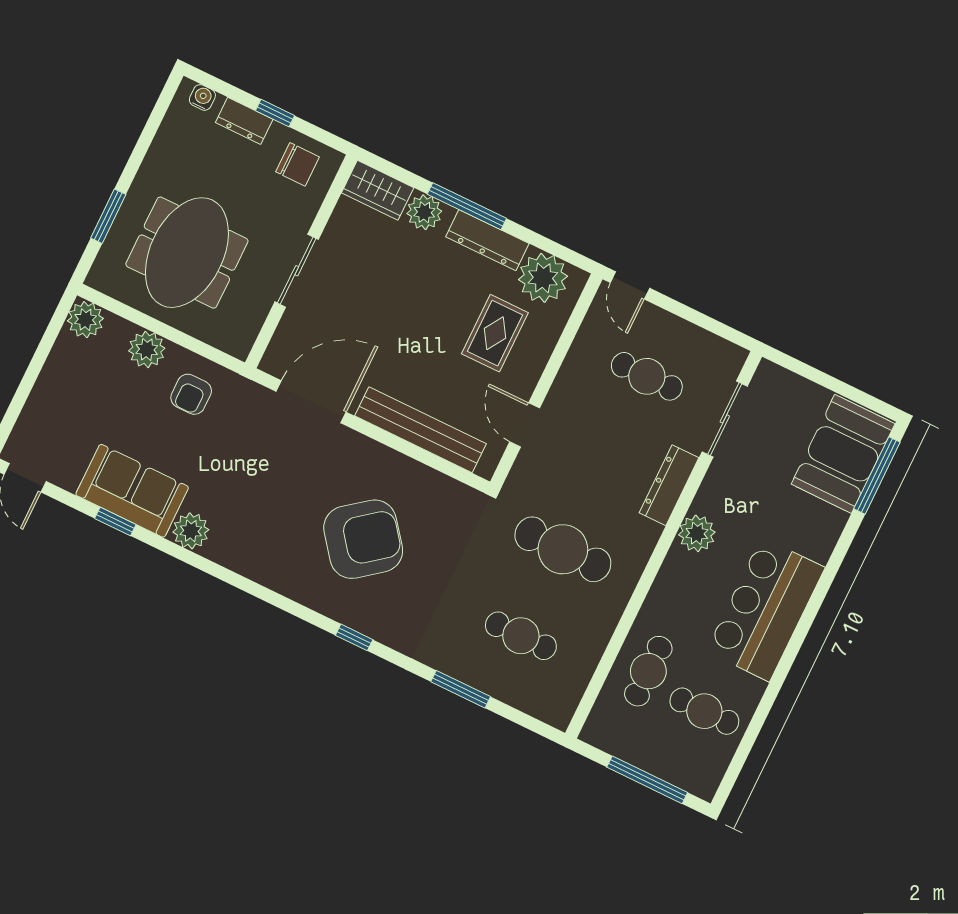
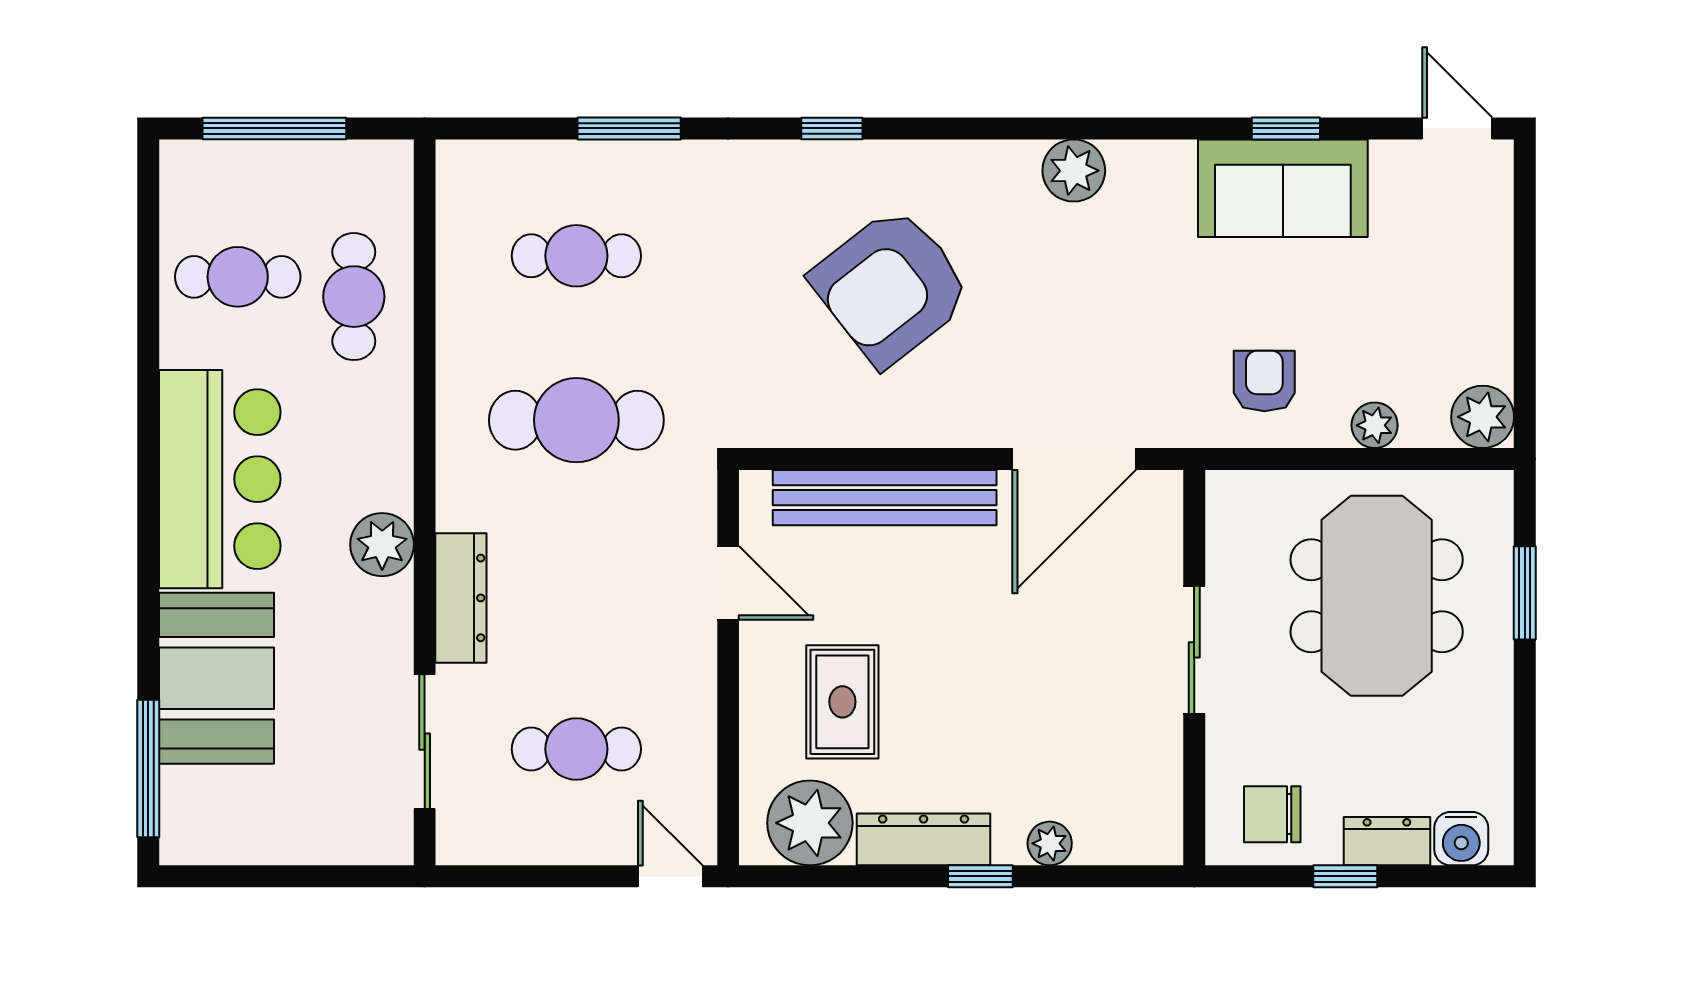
water cooler: (202, 97) -> (1461, 839), width x1.38, depth x1.38
wardrobe: (378, 190) -> (1130, 834), removed
window: (467, 206) -> (980, 876), width x0.46
plant: (424, 212) -> (1050, 843), width x0.73, depth x0.73
plant: (147, 350) -> (1375, 425), width x0.73, depth x0.73
booth: (843, 454) -> (217, 678), moved
plant: (191, 531) -> (1074, 171), moved

